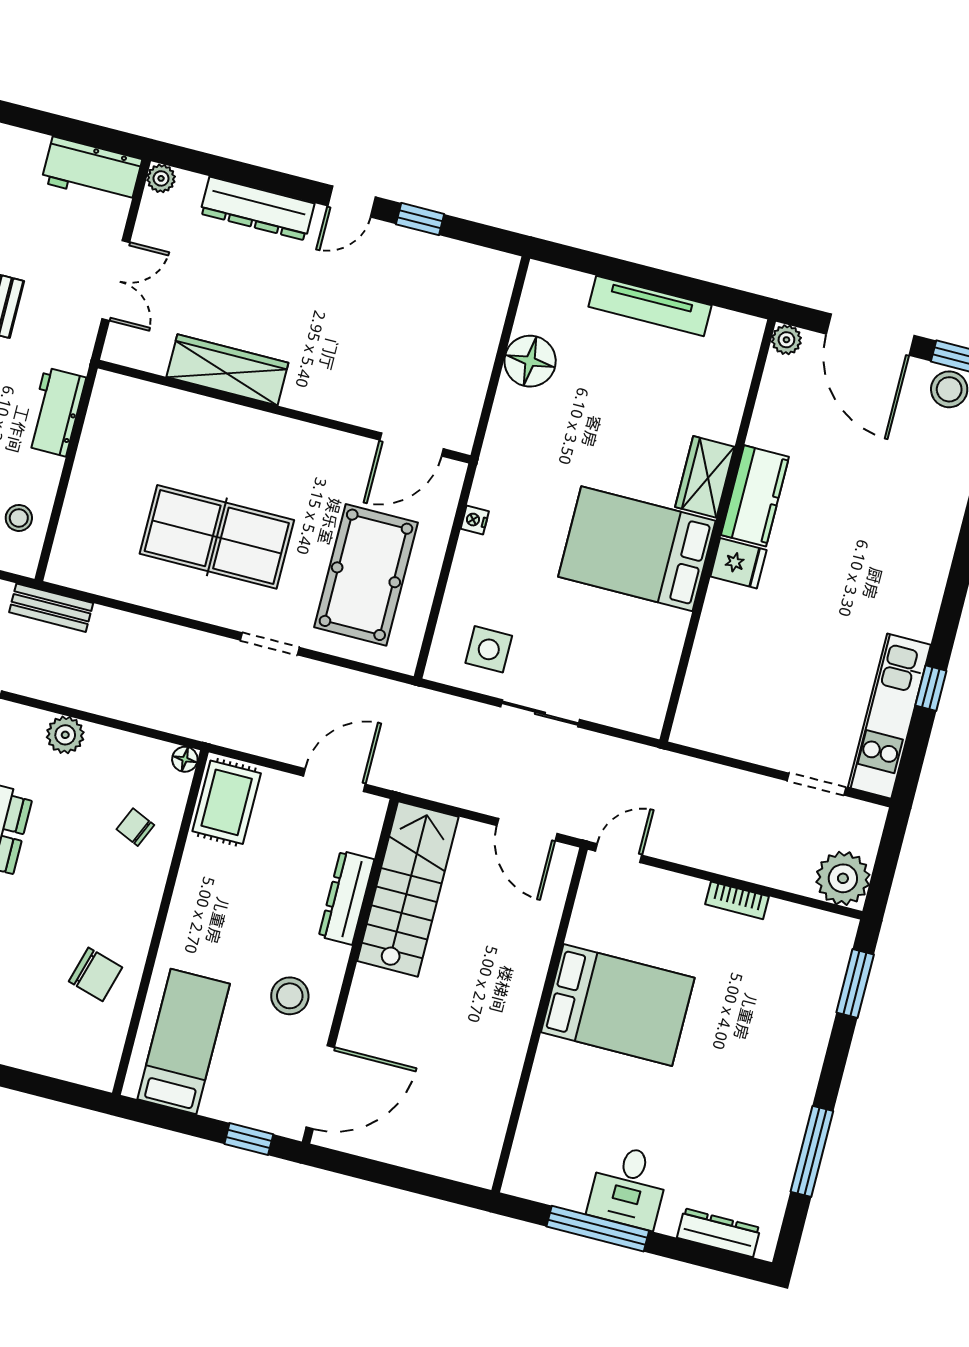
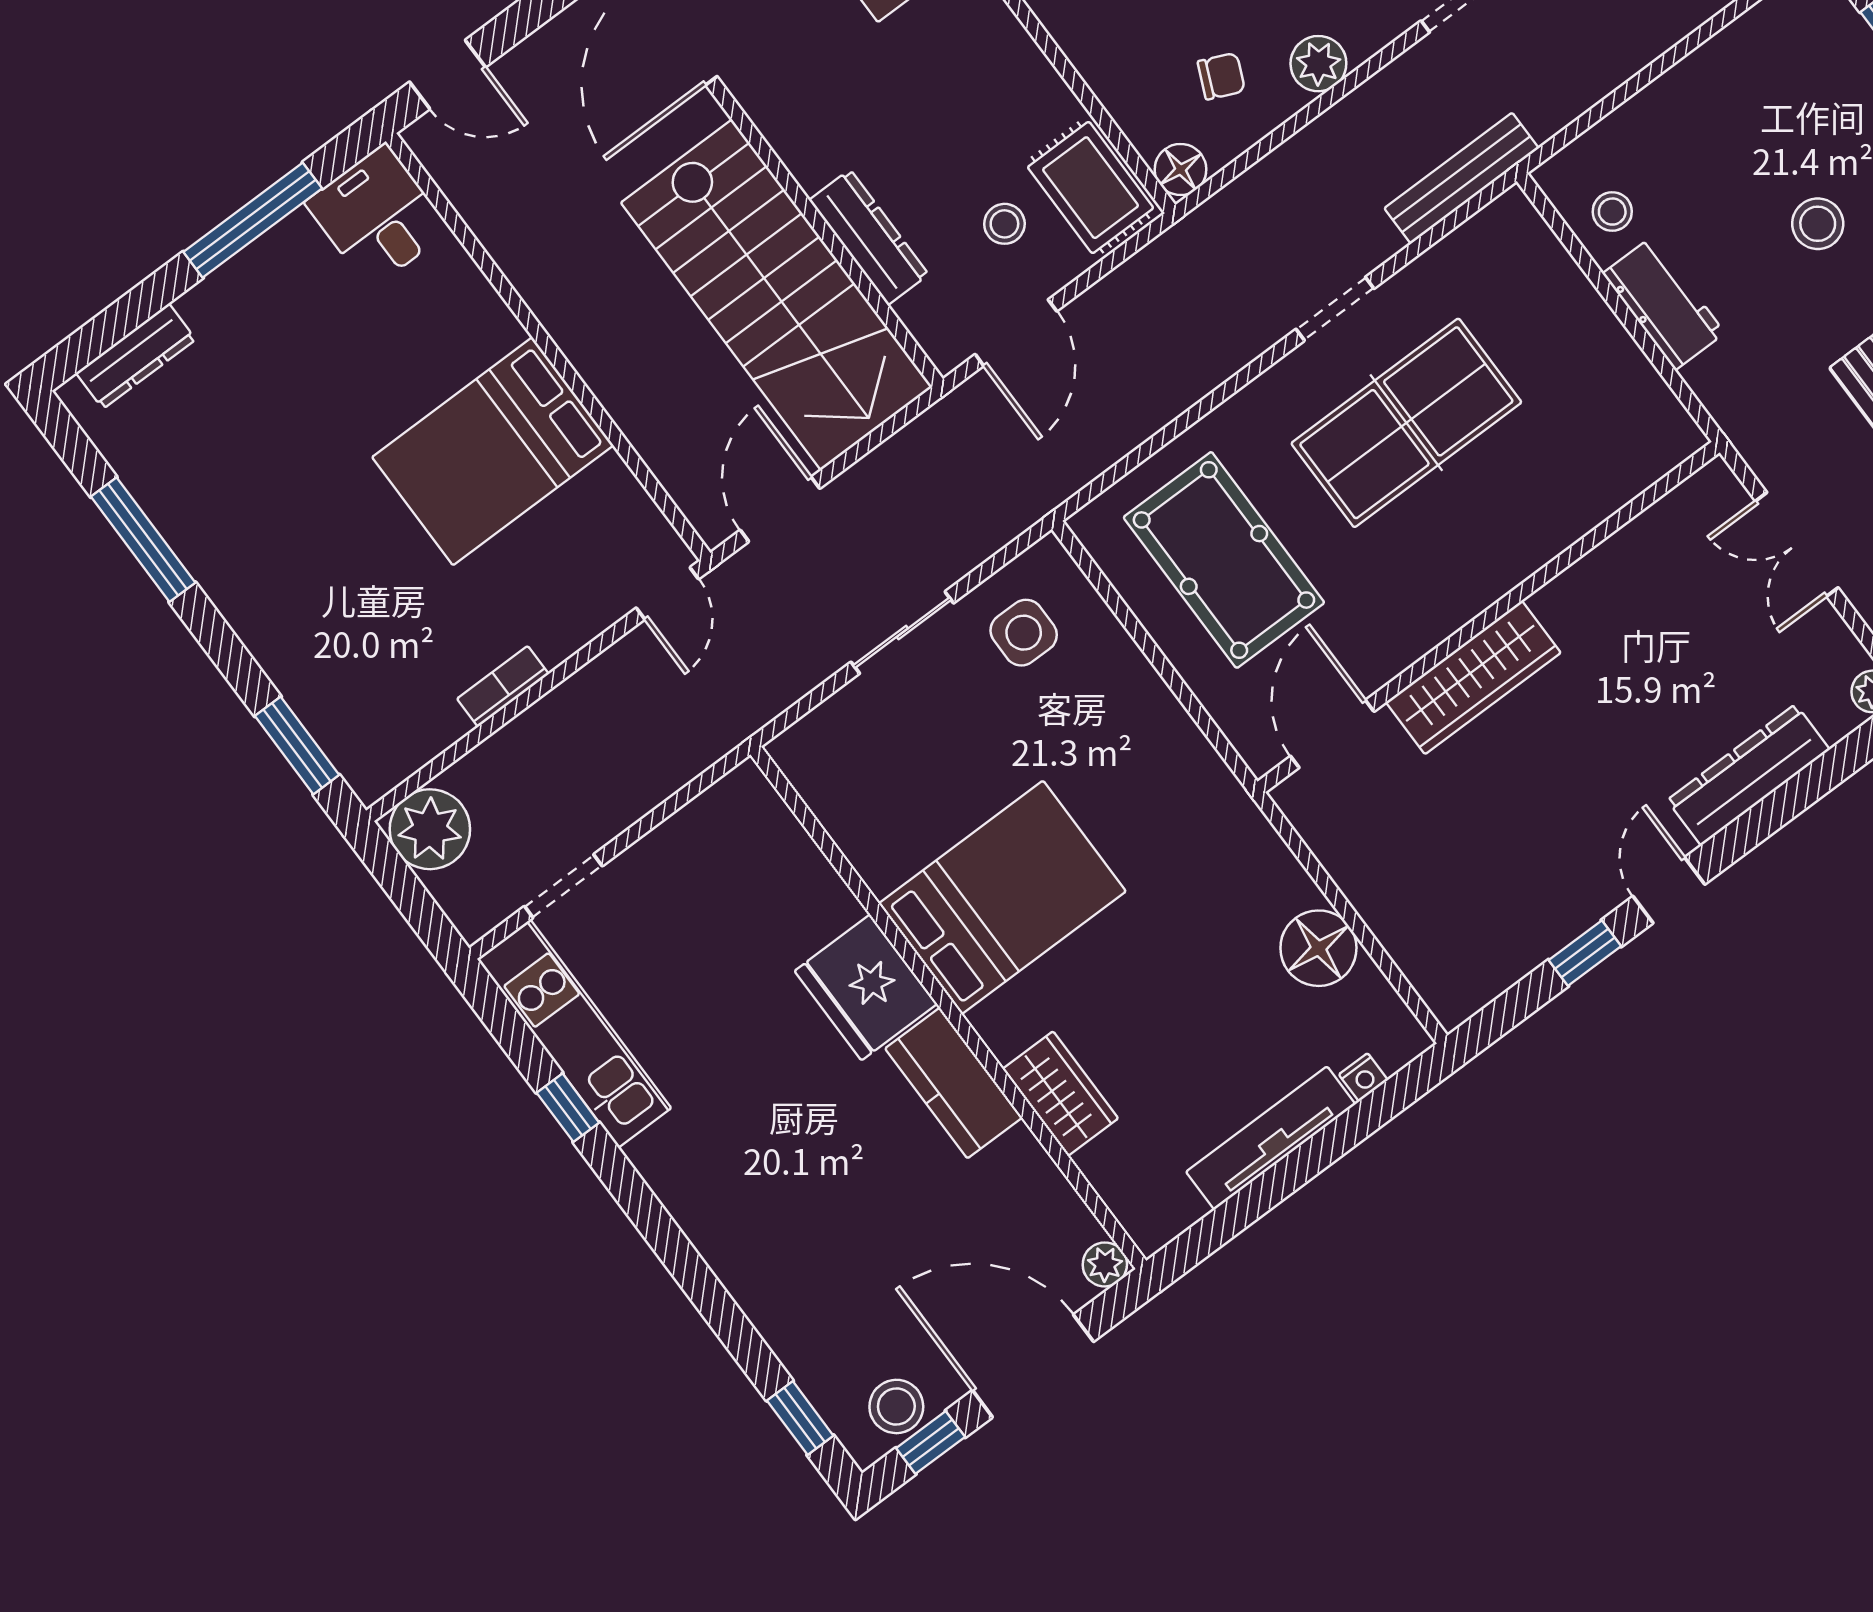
wardrobe: (227, 370) -> (1473, 677), moved
workbench: (56, 412) -> (1664, 303), moved
wardrobe: (705, 477) -> (1060, 1094), moved
nightstand: (475, 520) -> (1363, 1077), moved, turned 90
fridge: (738, 563) -> (866, 987), width x1.88, depth x1.34
bench: (51, 608) -> (1462, 178), width x1.36
doorway: (270, 644) -> (1335, 309), moved
floor lamp: (185, 759) -> (1180, 169), width x1.37, depth x1.37
chair: (135, 827) -> (1221, 76), moved
door: (527, 830) -> (780, 509), hinge flipped
stairs: (408, 889) -> (777, 295), width x1.36, depth x1.51
stool: (290, 996) -> (1004, 224), moved, width x0.73, depth x0.73
desk: (629, 1187) -> (378, 216), moved
door: (439, 1188) -> (448, 74), added

